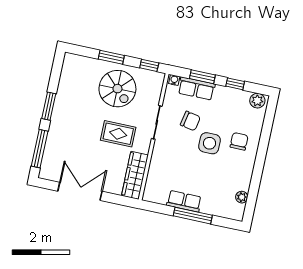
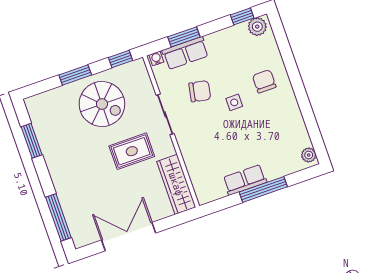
window: (235, 84) -> (242, 16), moved
window: (49, 106) -> (32, 141), moved
side table: (209, 143) -> (234, 102), width x0.54, depth x0.54
plant: (242, 197) -> (309, 155), moved

